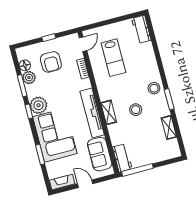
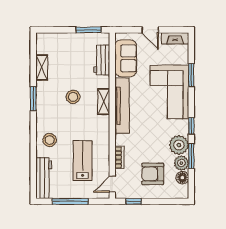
window: (115, 20) -> (70, 201), added
workbench: (141, 29) -> (44, 178), width x1.37
window: (49, 38) -> (134, 201), moved
armchair: (51, 62) -> (153, 174), turned -90
stool: (154, 88) -> (50, 140), moved
plant: (39, 105) -> (179, 145), moved
workbench: (122, 158) -> (102, 60), moved
window: (137, 170) -> (89, 30), width x0.69

